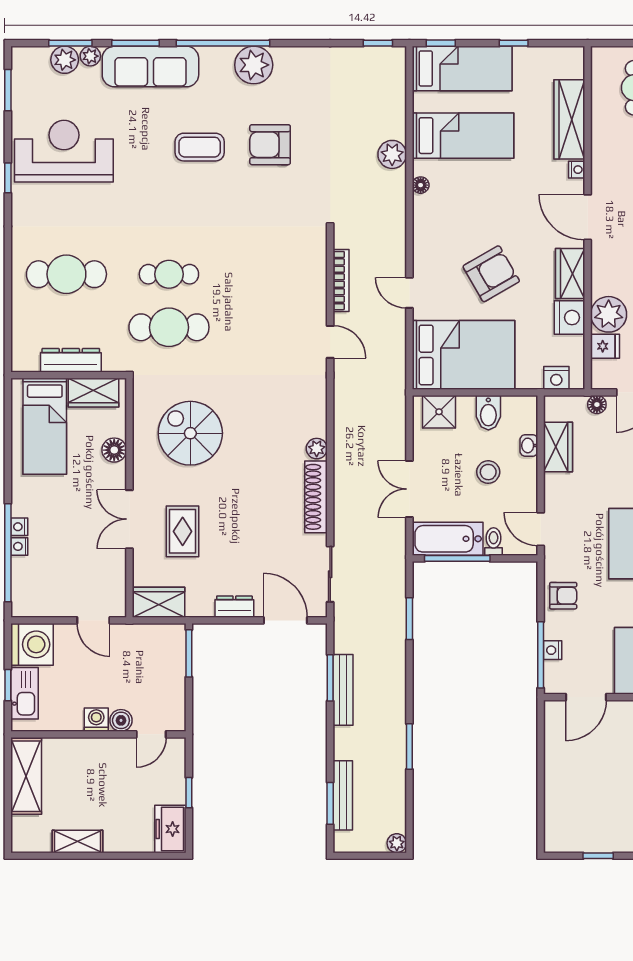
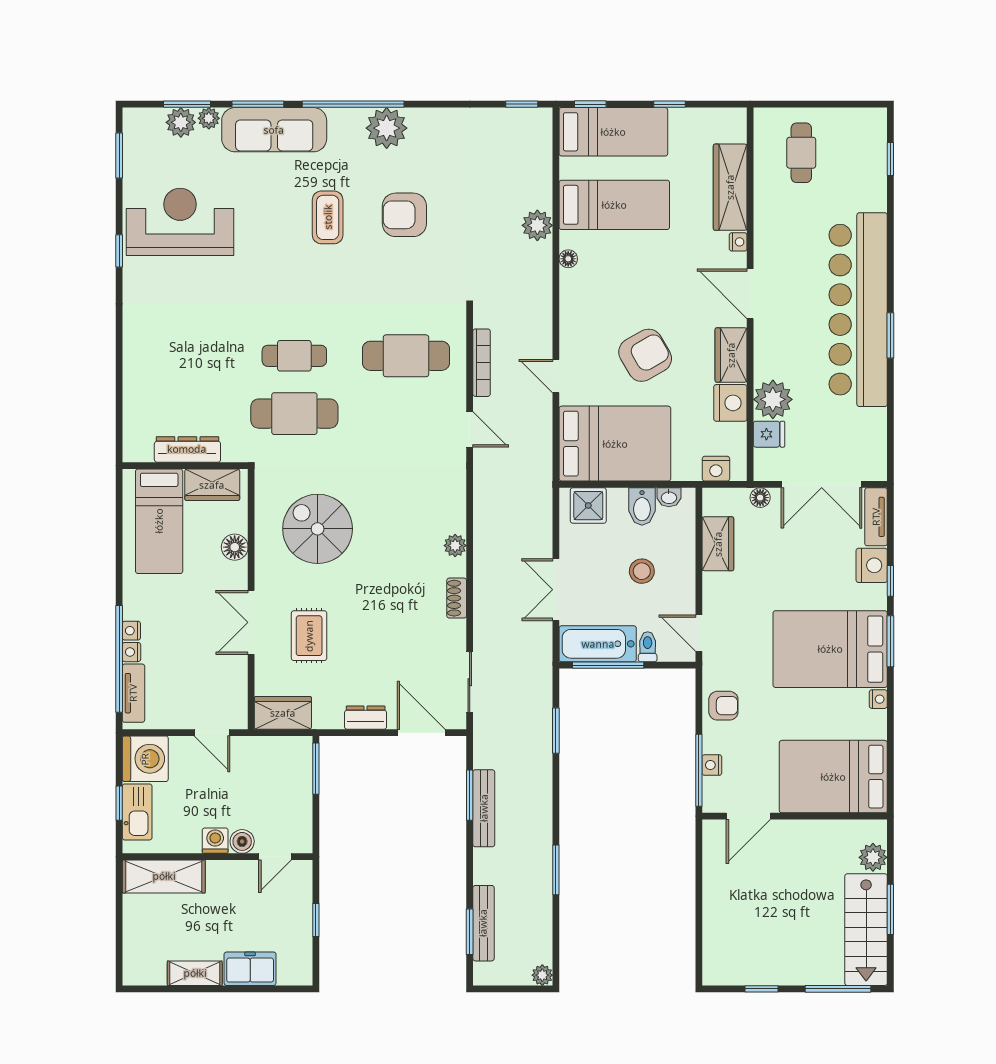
coffee table: (200, 147) -> (328, 217), turned 90
cafe table: (66, 274) -> (406, 356), moved
washbasin: (529, 445) -> (669, 497), moved, turned -90
shoe rack: (316, 497) -> (457, 598), width x0.51, depth x0.81
tv unit: (21, 584) -> (133, 693), added
shelving: (26, 776) -> (164, 876), moved, turned 90
freezer: (170, 829) -> (250, 969), moved, turned 90

